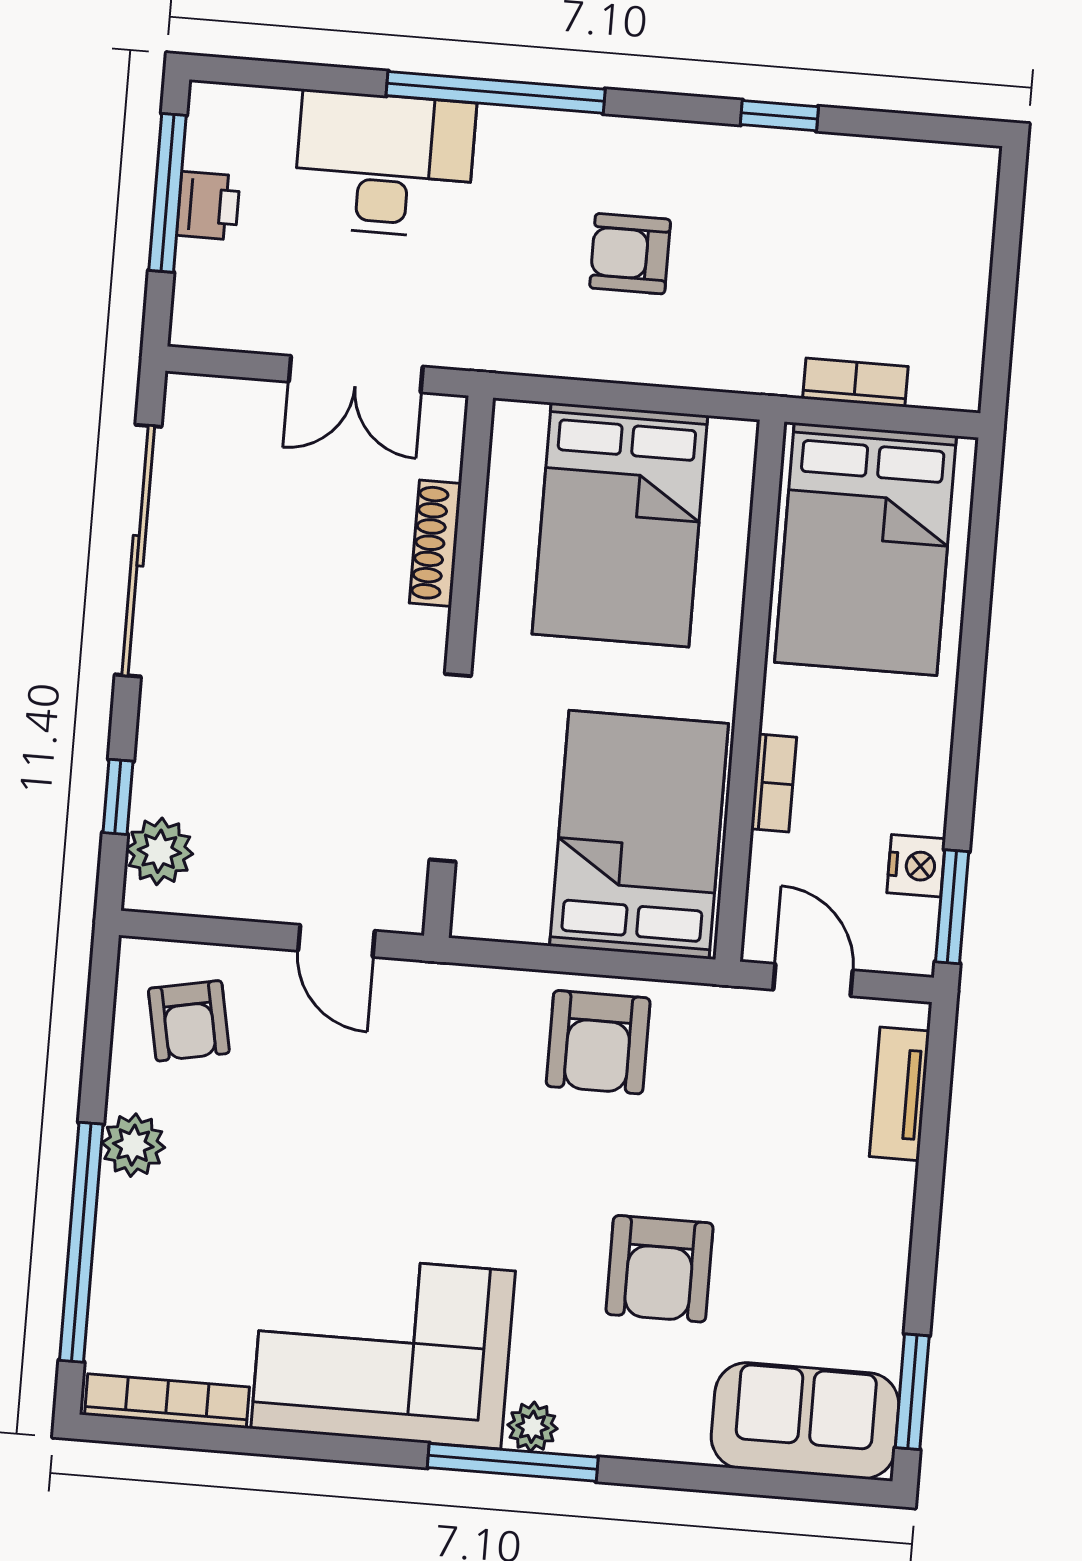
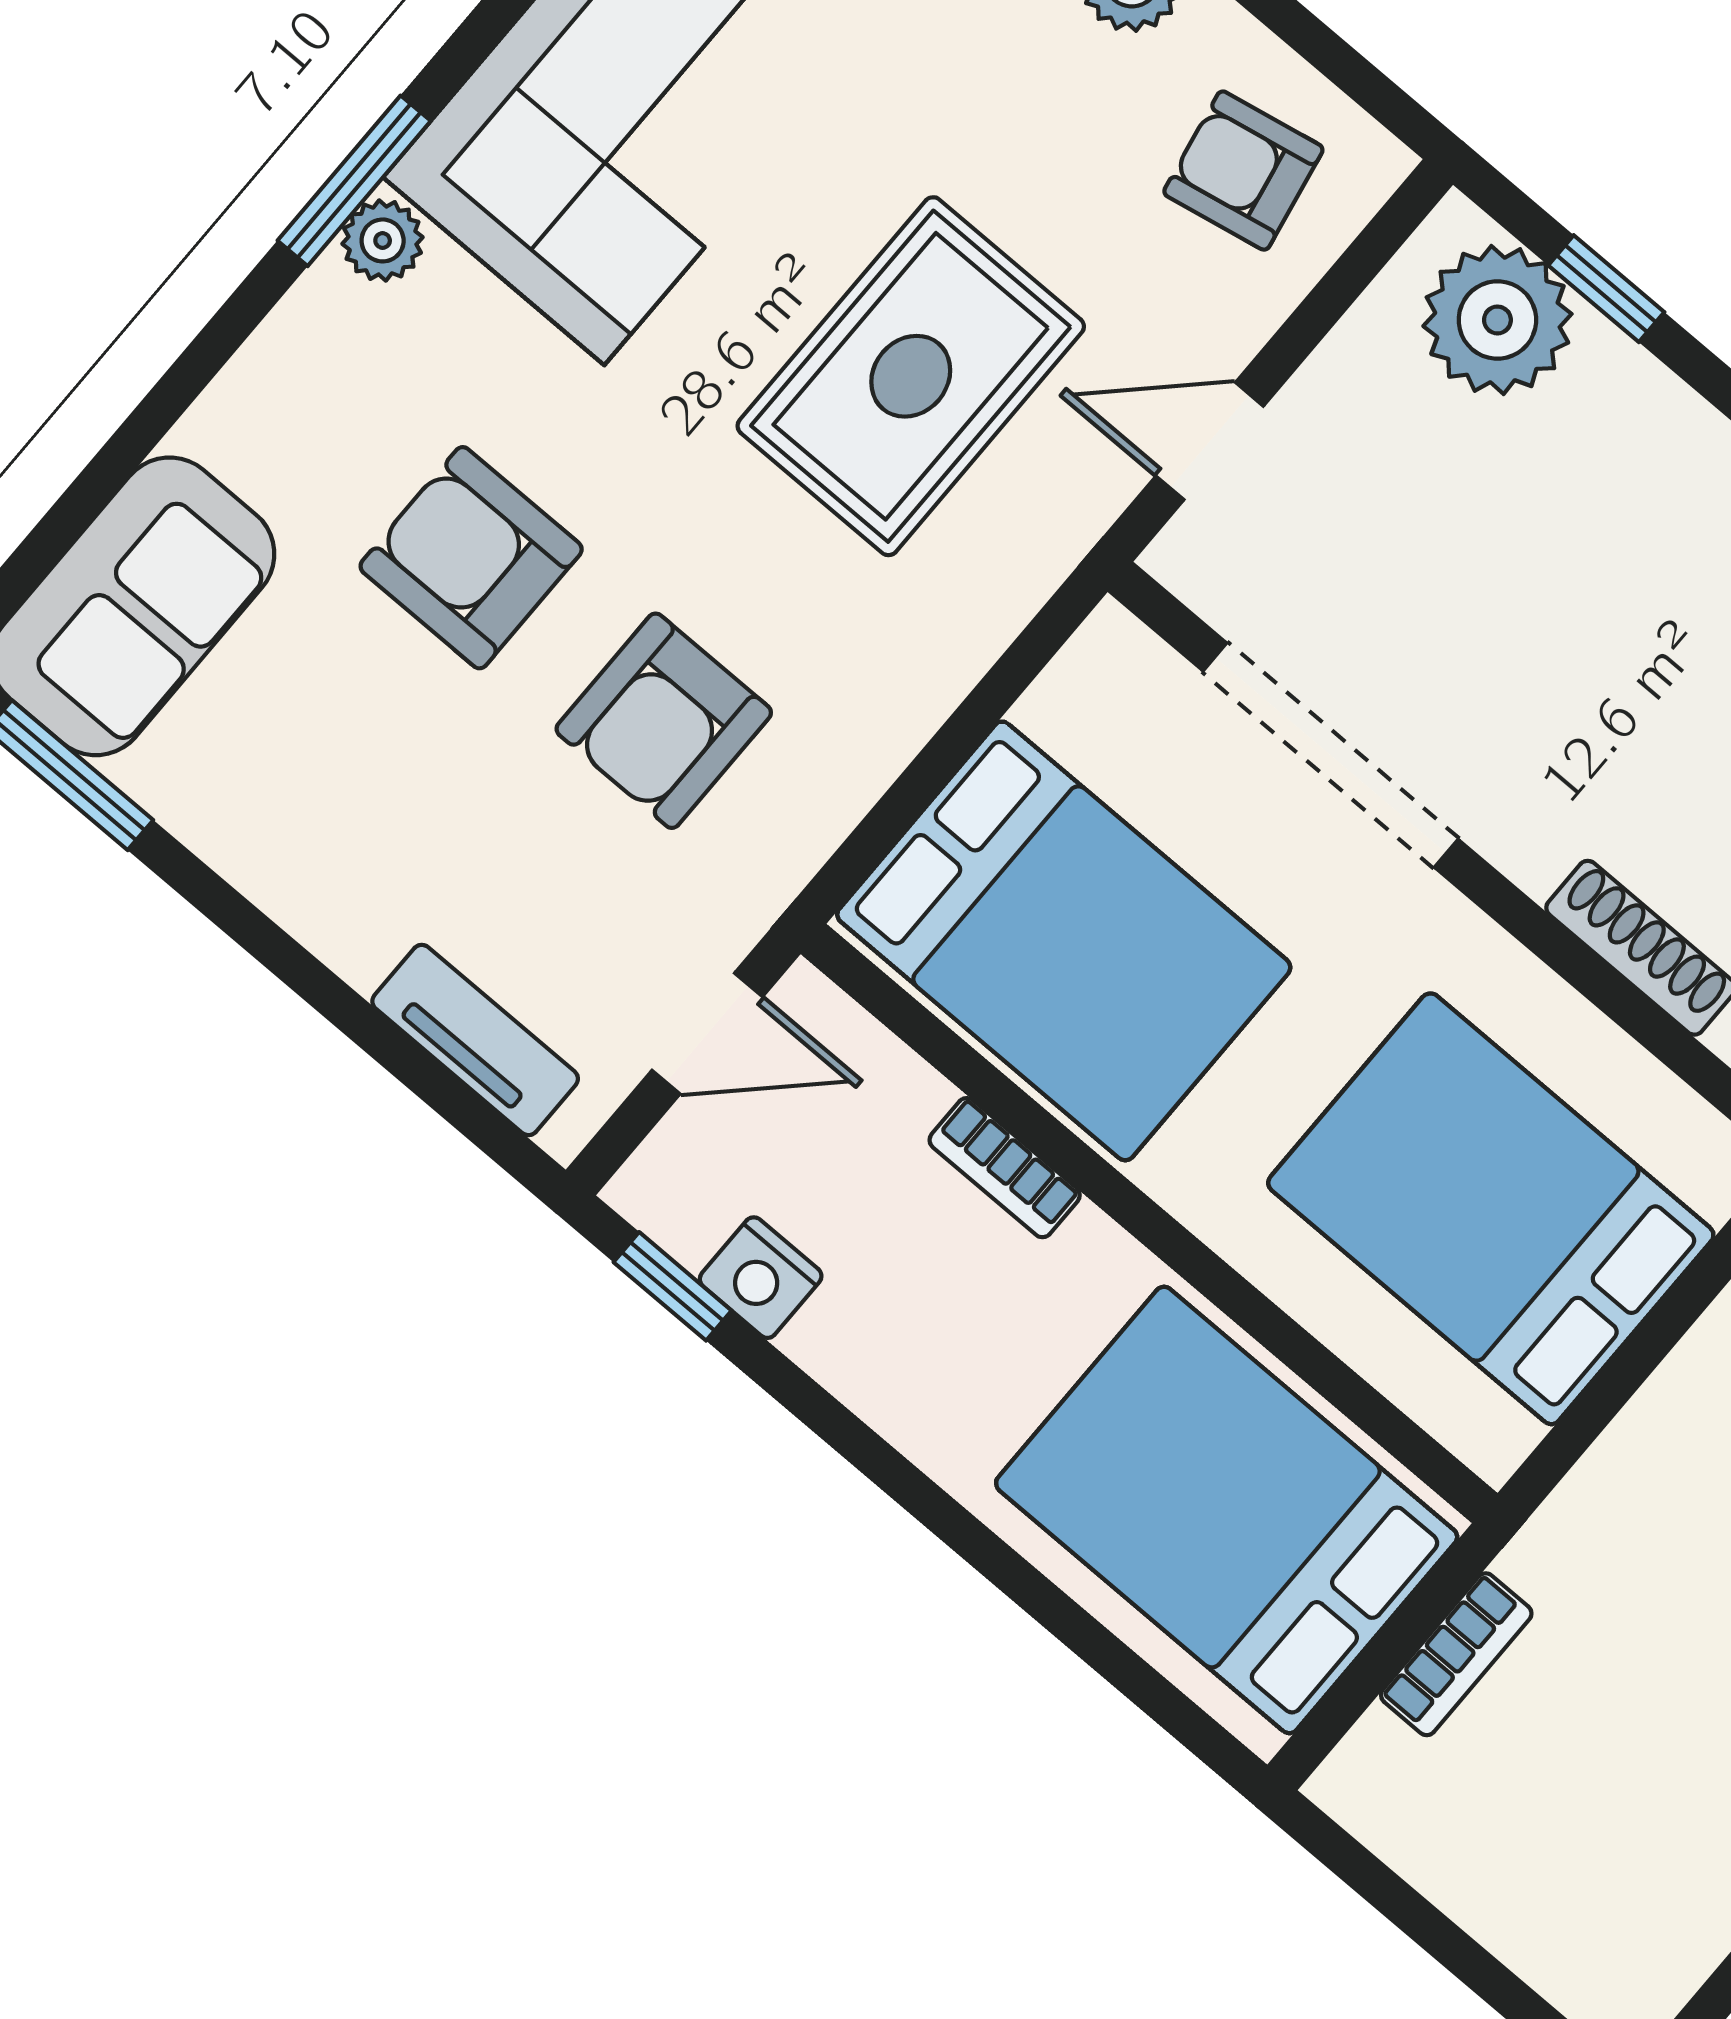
plant: (159, 851) -> (1497, 320), width x1.36, depth x1.36
window: (952, 907) -> (673, 1286), width x0.67
armchair: (598, 1042) -> (664, 721), moved, turned -90
rug: (411, 1114) -> (911, 376), added
window: (513, 1462) -> (354, 181), width x0.69

